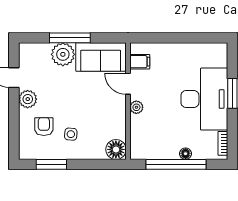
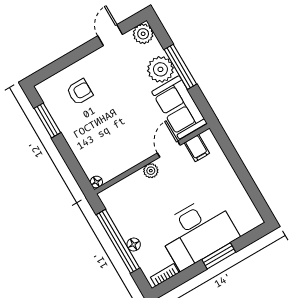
plant: (28, 99) -> (143, 34), moved
side table: (71, 134) -> (88, 122), removed
floor lamp: (116, 149) -> (96, 182), width x0.53, depth x0.53

